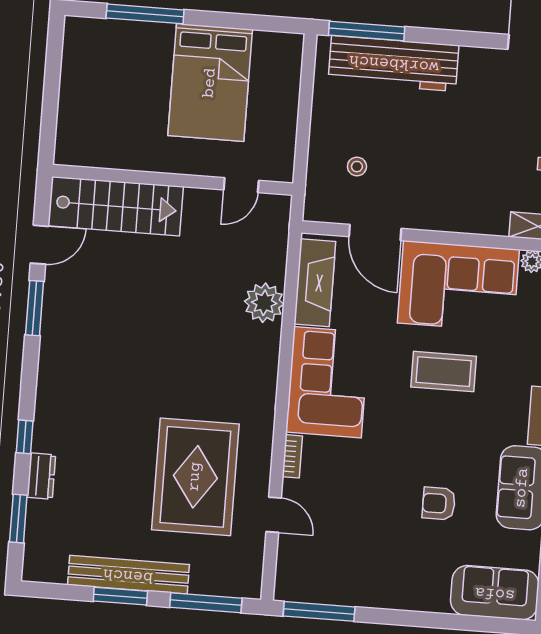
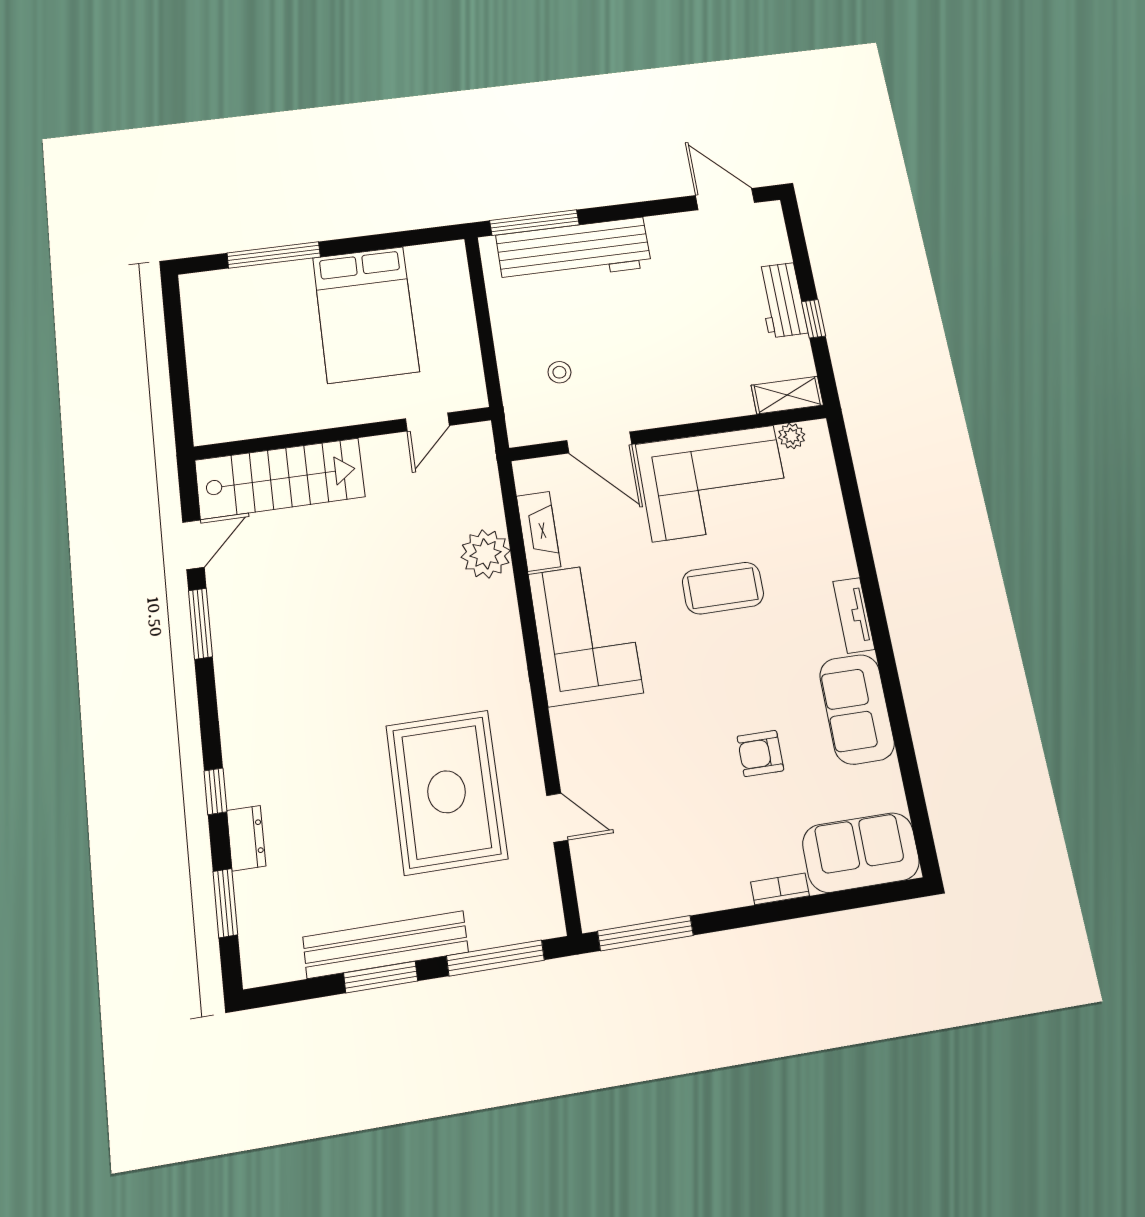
fireplace: (315, 283) -> (538, 531), width x0.73, depth x0.76
bookcase: (292, 456) -> (780, 889), moved, turned -90

